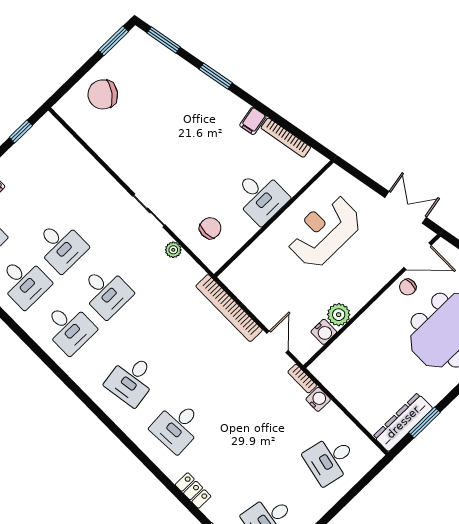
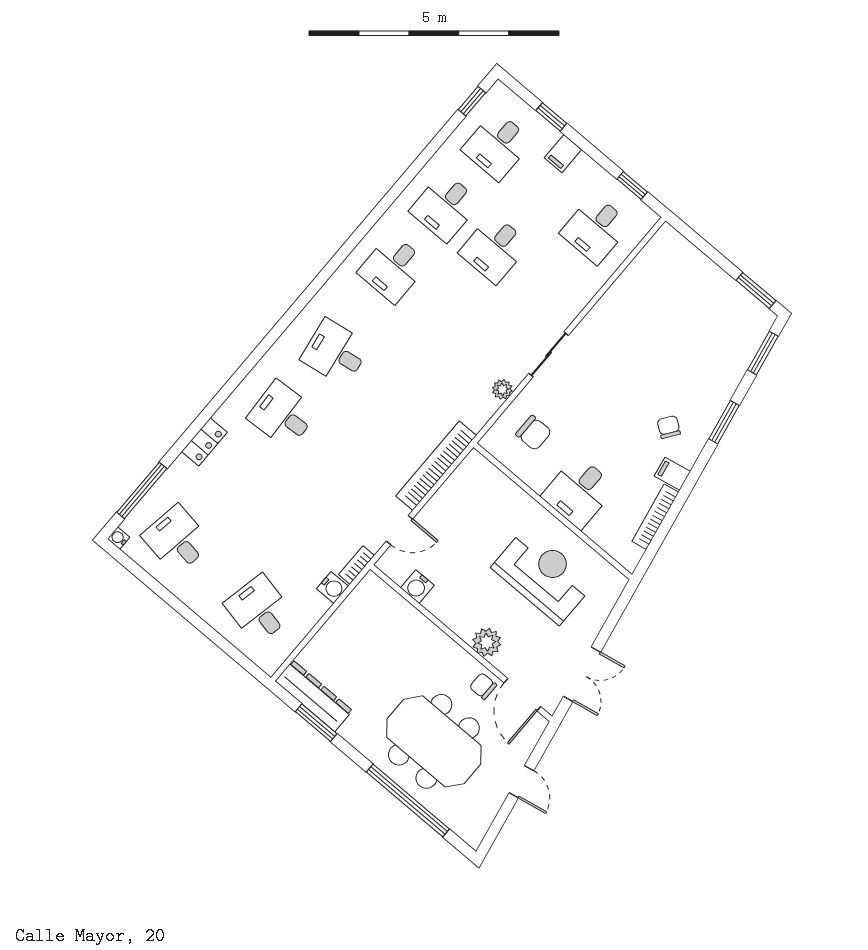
chair: (103, 94) -> (669, 427), moved, width x0.54, depth x0.54
desk: (106, 292) -> (596, 229), moved
plant: (339, 315) -> (487, 642), moved

